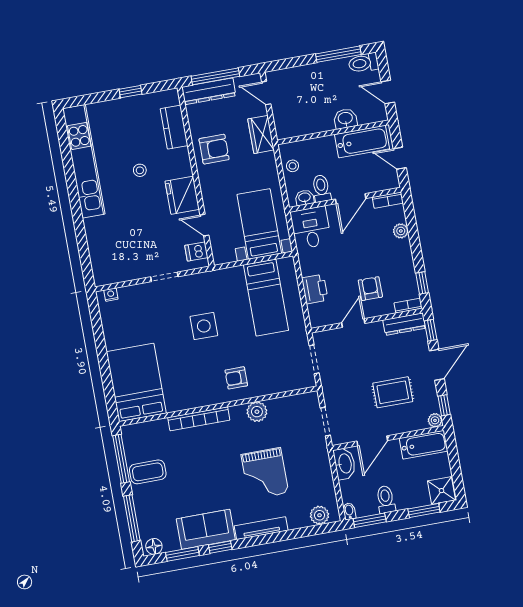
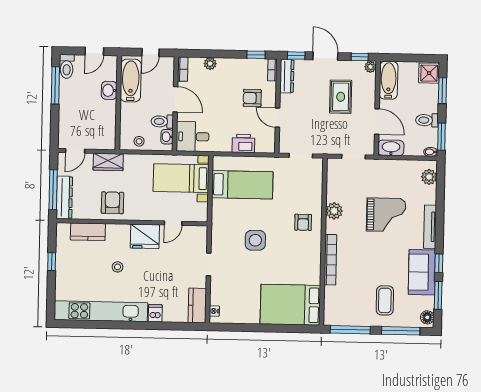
dishwasher: (196, 252) -> (155, 313), moved, turned 180
kitchen counter: (113, 273) -> (197, 305), added
coffee table: (148, 472) -> (385, 300), moved

